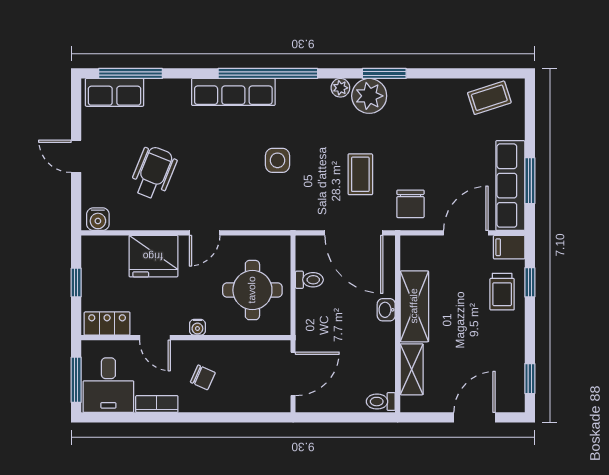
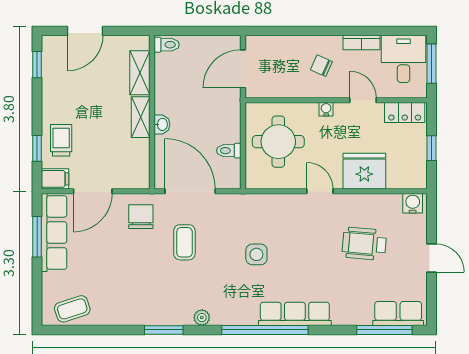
plant: (369, 96) -> (177, 310), removed
wheelchair: (153, 173) -> (364, 244), turned 73
door: (205, 233) -> (320, 191), hinge flipped
shelving: (414, 306) -> (141, 117), width x0.67, depth x0.75

